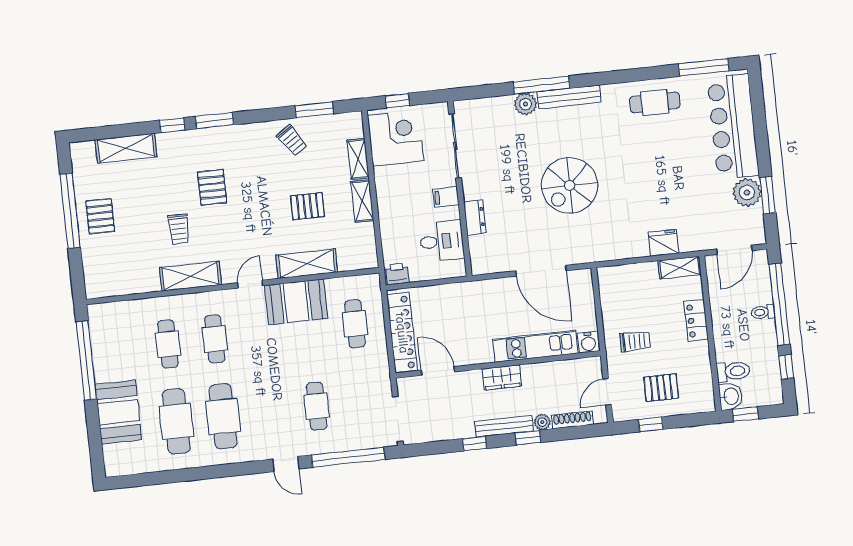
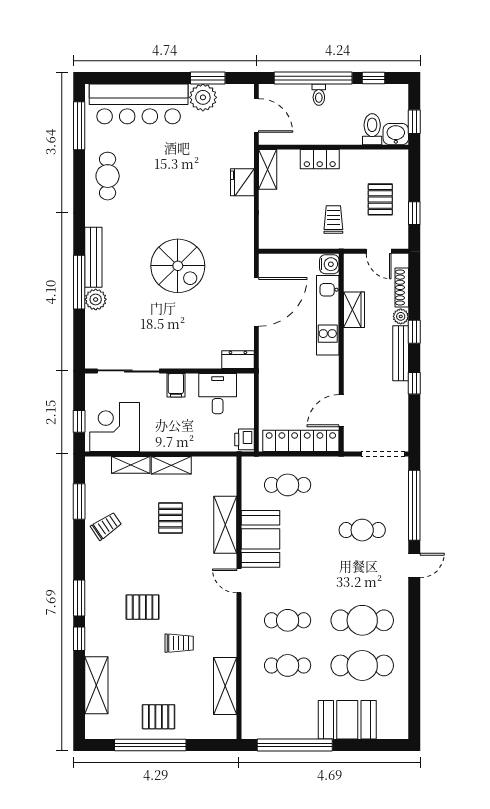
dresser: (475, 217) -> (238, 360), moved
shelving: (191, 276) -> (225, 686), moved
wardrobe: (502, 377) -> (354, 310), moved

